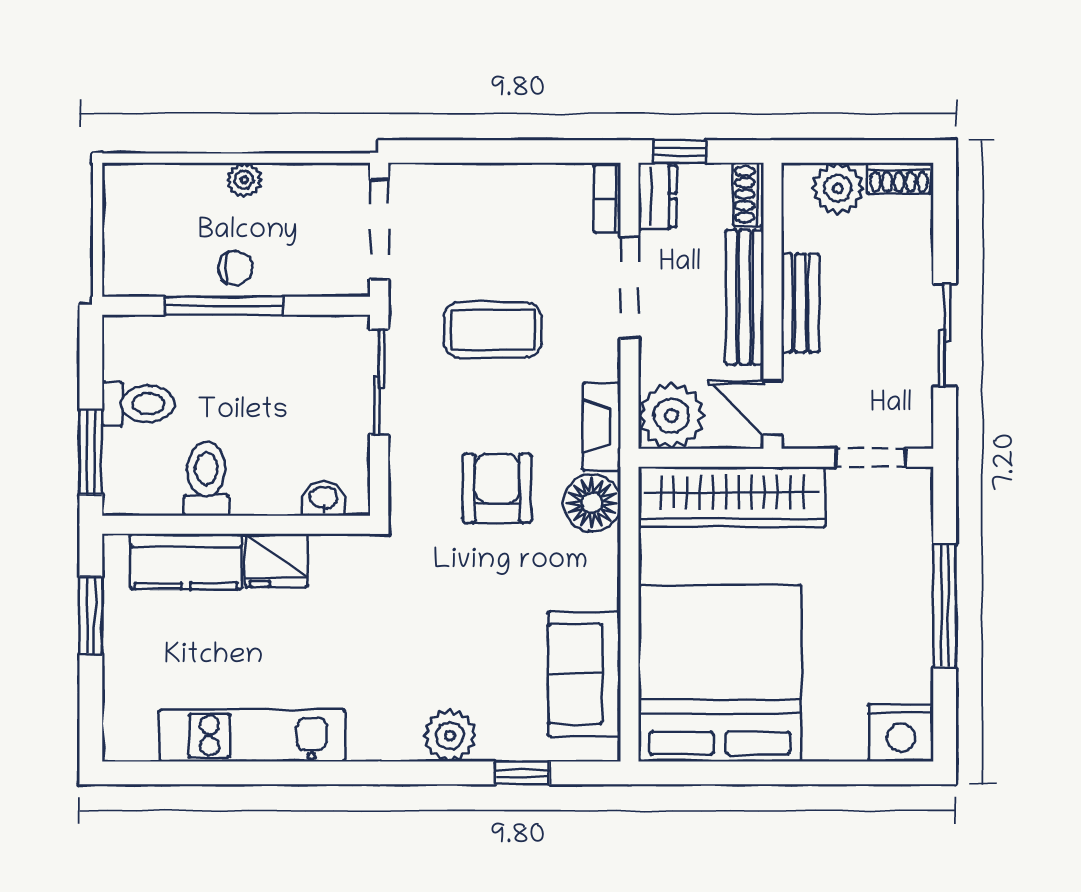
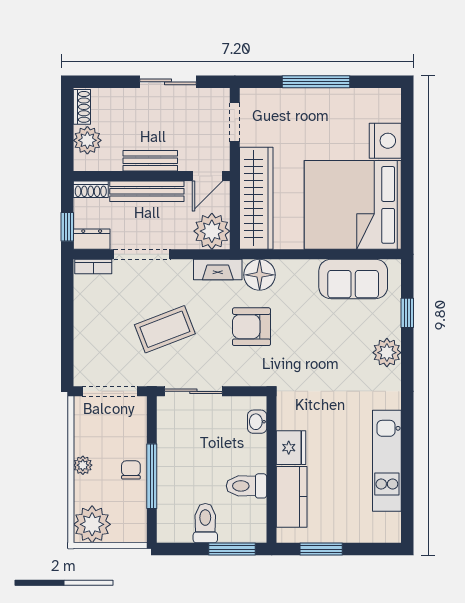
plant: (136, 197) -> (92, 524), added
coffee table: (492, 330) -> (165, 329), turned 69
nightstand: (901, 733) -> (385, 141), moved

